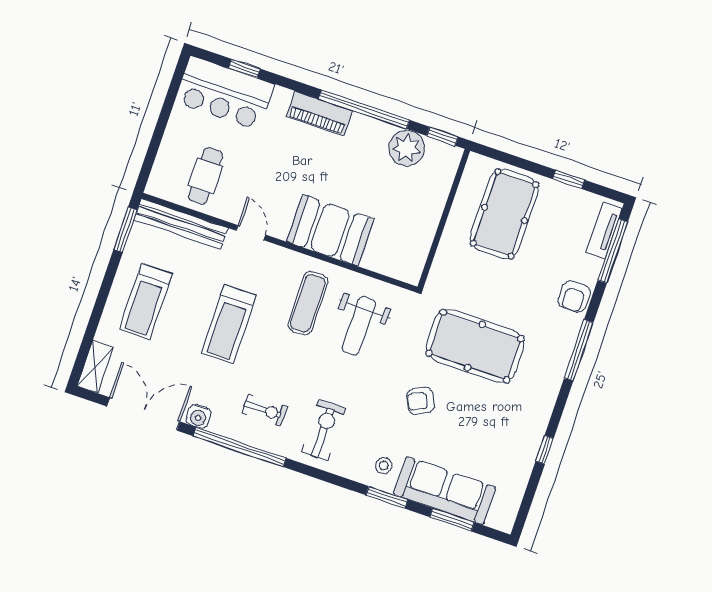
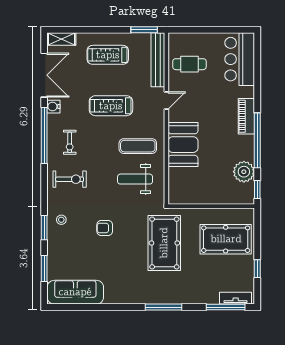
window: (244, 68) -> (257, 65), removed
armchair: (574, 297) -> (193, 294), removed
pool table: (475, 346) -> (164, 243), moved
armchair: (420, 401) -> (105, 228), turned -63
window: (545, 450) -> (101, 307), removed
sofa: (445, 491) -> (75, 292), moved, turned -90

